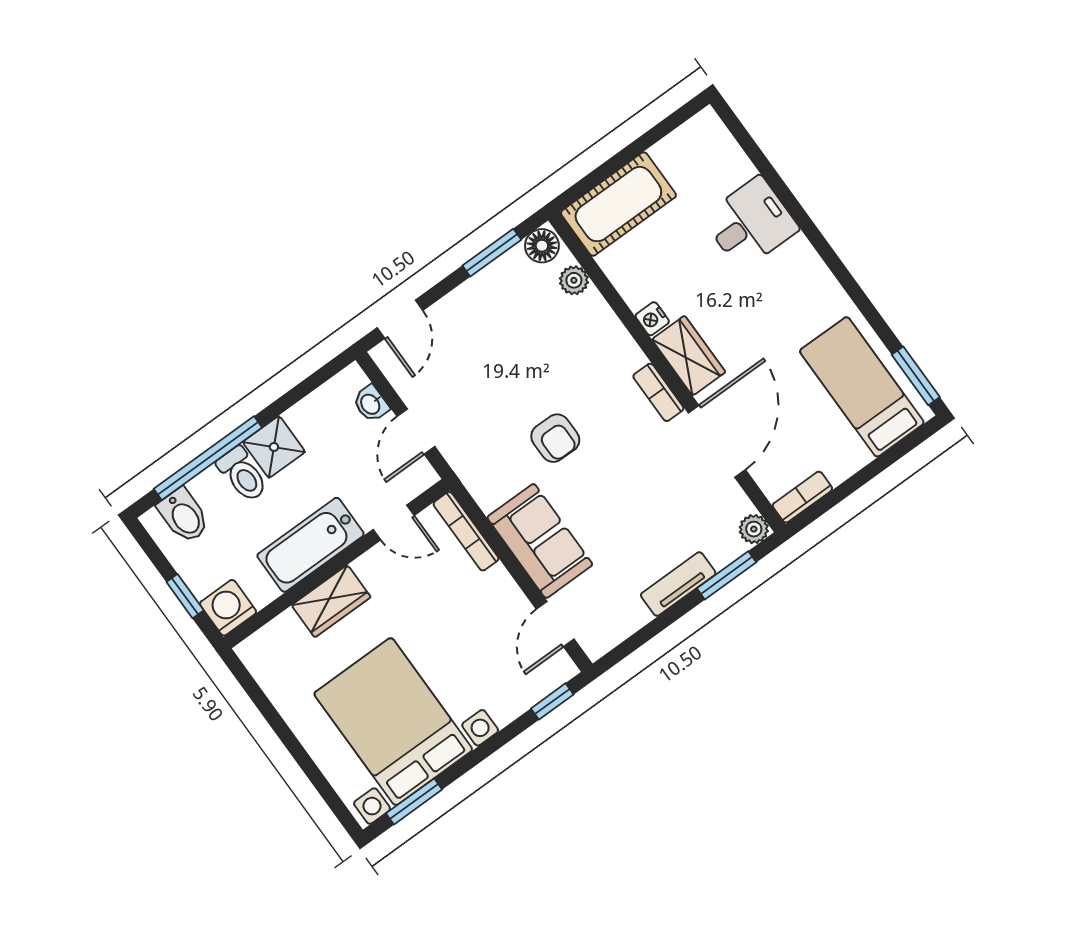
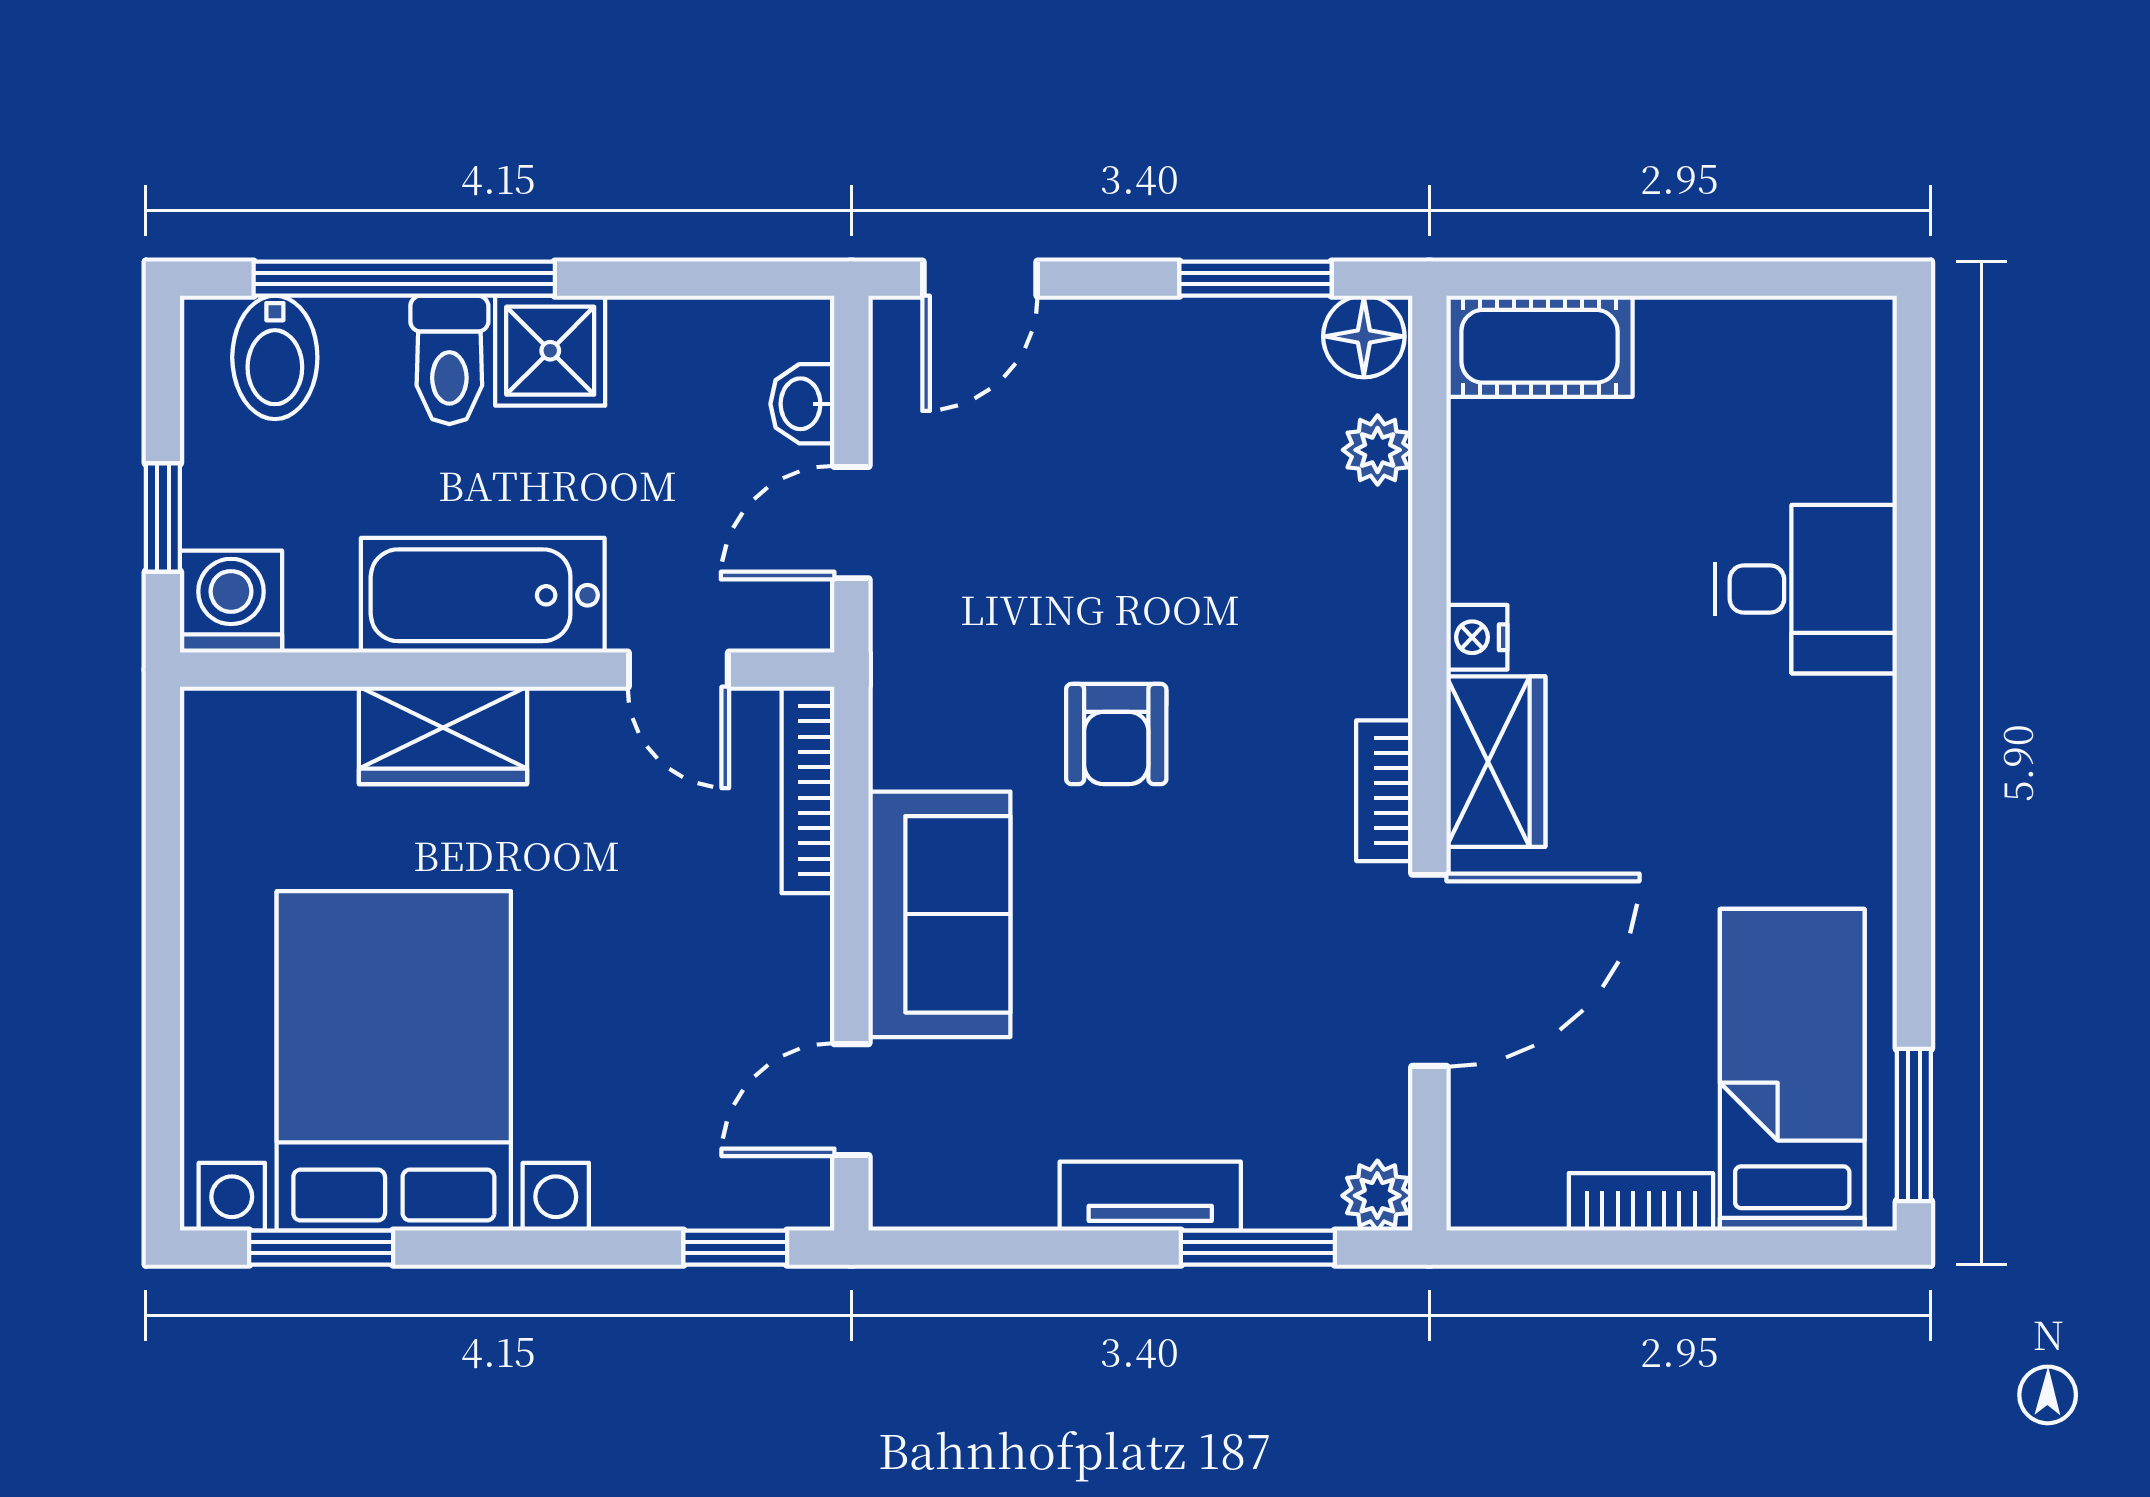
cot: (618, 204) -> (1539, 346), width x0.73, depth x0.75
bookcase: (802, 497) -> (1641, 1202), moved

